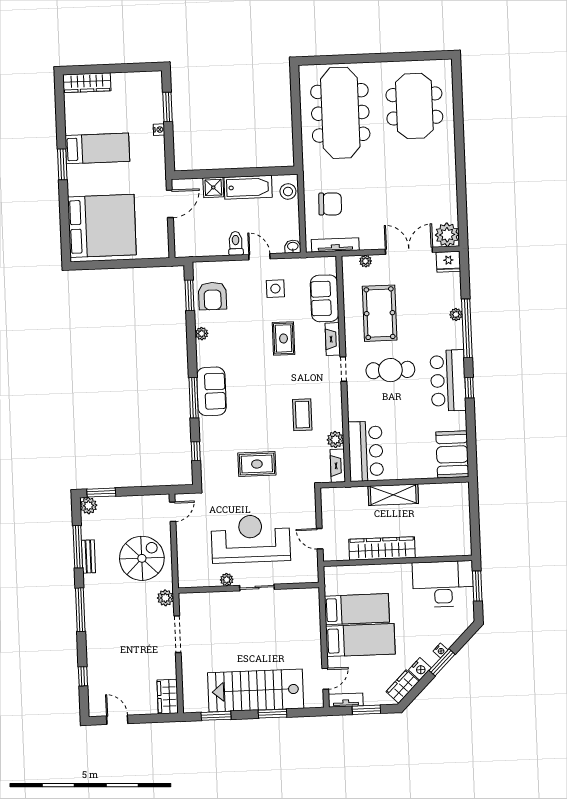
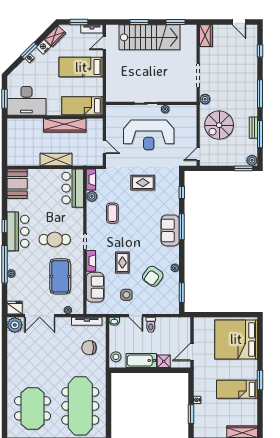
armchair: (213, 296) -> (153, 276), moved, turned -144
door: (320, 539) -> (104, 147), moved
bed: (357, 609) -> (82, 106), moved

